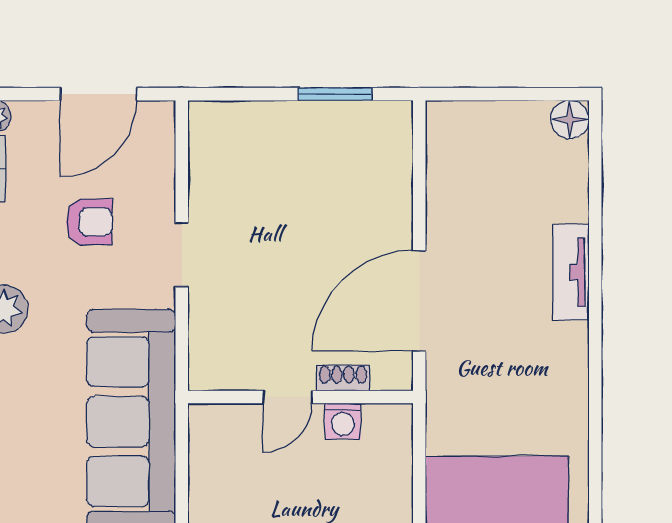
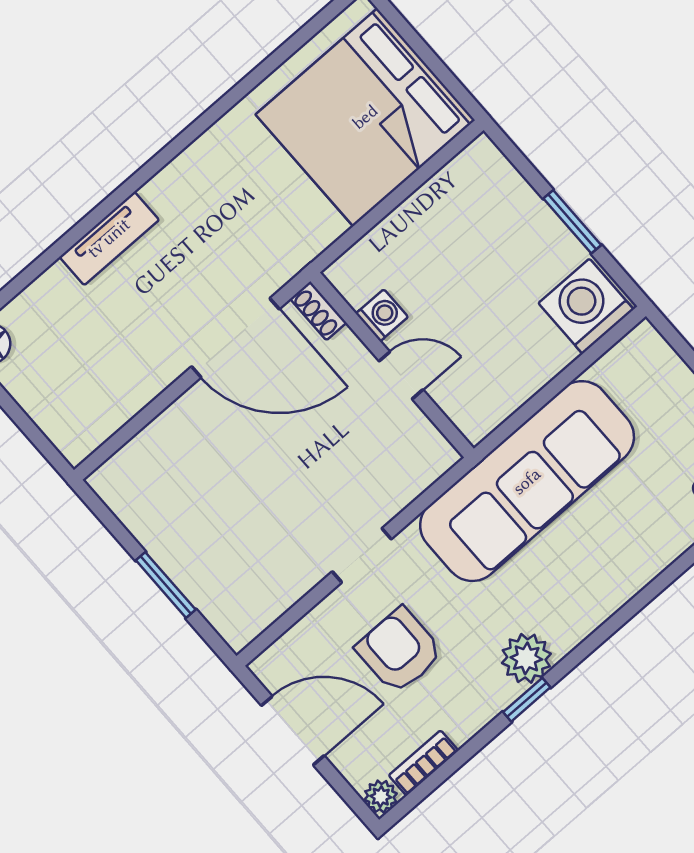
window: (335, 94) -> (166, 585), moved
armchair: (89, 222) -> (399, 651), width x1.38, depth x1.38
shoe rack: (343, 378) -> (318, 311), moved

